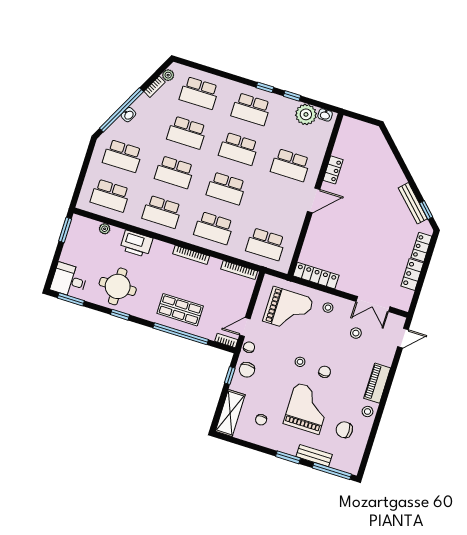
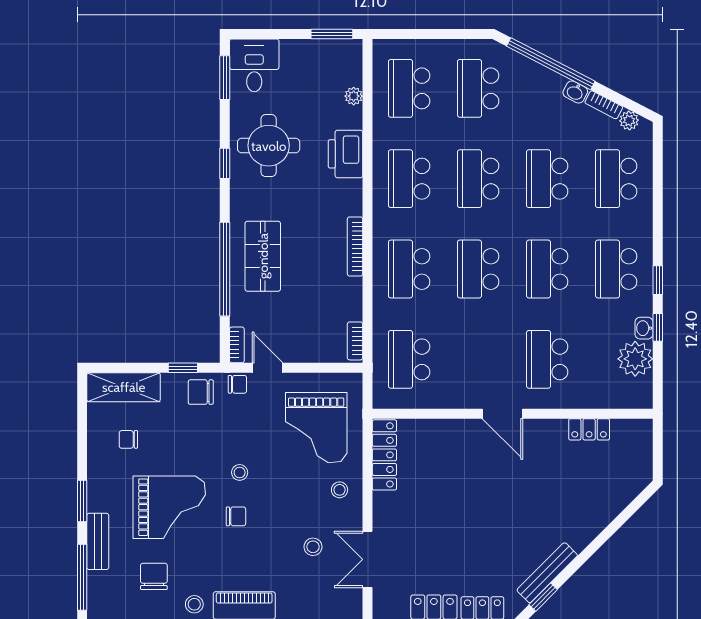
washbasin: (128, 115) -> (575, 92), moved
washbasin: (325, 115) -> (644, 328), moved
locker: (333, 170) -> (589, 429), moved
bookcase: (239, 270) -> (355, 341), width x0.64

